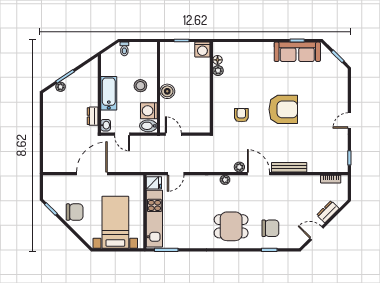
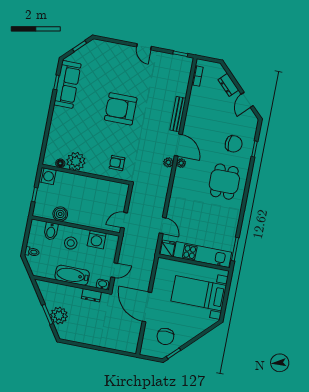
plant: (218, 71) -> (76, 161), width x1.88, depth x1.88
plant: (61, 87) -> (59, 316), width x1.87, depth x1.87
boiler: (167, 91) -> (60, 214), moved
armchair: (283, 109) -> (121, 109), turned -90
armchair: (241, 115) -> (117, 163), moved
bidet: (148, 126) -> (51, 231), moved
door: (259, 174) -> (178, 145), swing flipped
plant: (225, 180) -> (181, 163), moved
chair: (75, 212) -> (165, 336), moved, turned 180
chair: (270, 228) -> (234, 144), turned 93

